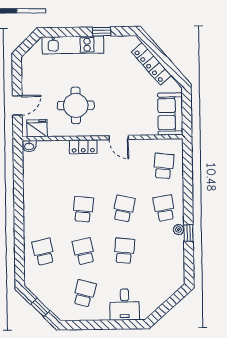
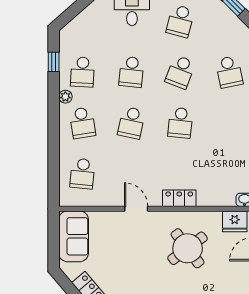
round table: (76, 105) -> (188, 248), turned -37
window: (188, 233) -> (54, 62), moved
school desk: (165, 250) -> (82, 72), added
school desk: (84, 251) -> (180, 72), turned 33

